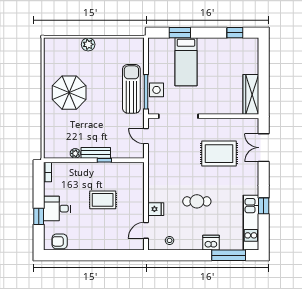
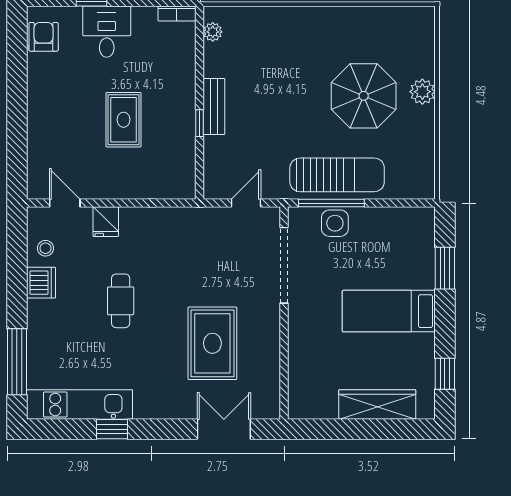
bed: (186, 62) -> (389, 311), moved
parasol: (69, 93) -> (364, 96), moved
wardrobe: (251, 94) -> (377, 405), moved
plant: (75, 153) -> (213, 32), moved
dishwasher: (211, 243) -> (41, 283), moved

